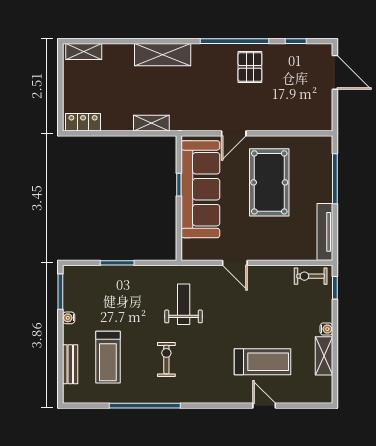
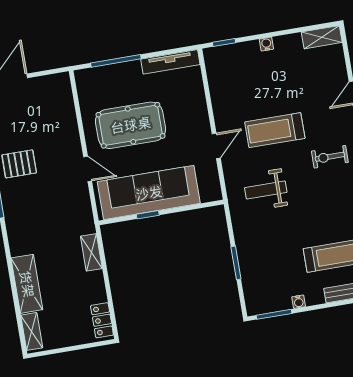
shelving: (163, 55) -> (27, 284), moved
exercise bike: (311, 276) -> (217, 69), removed
shelving: (324, 356) -> (322, 37), moved
exercise bike: (166, 359) -> (330, 157), moved
treadmill: (262, 362) -> (275, 130), moved, turned -90

